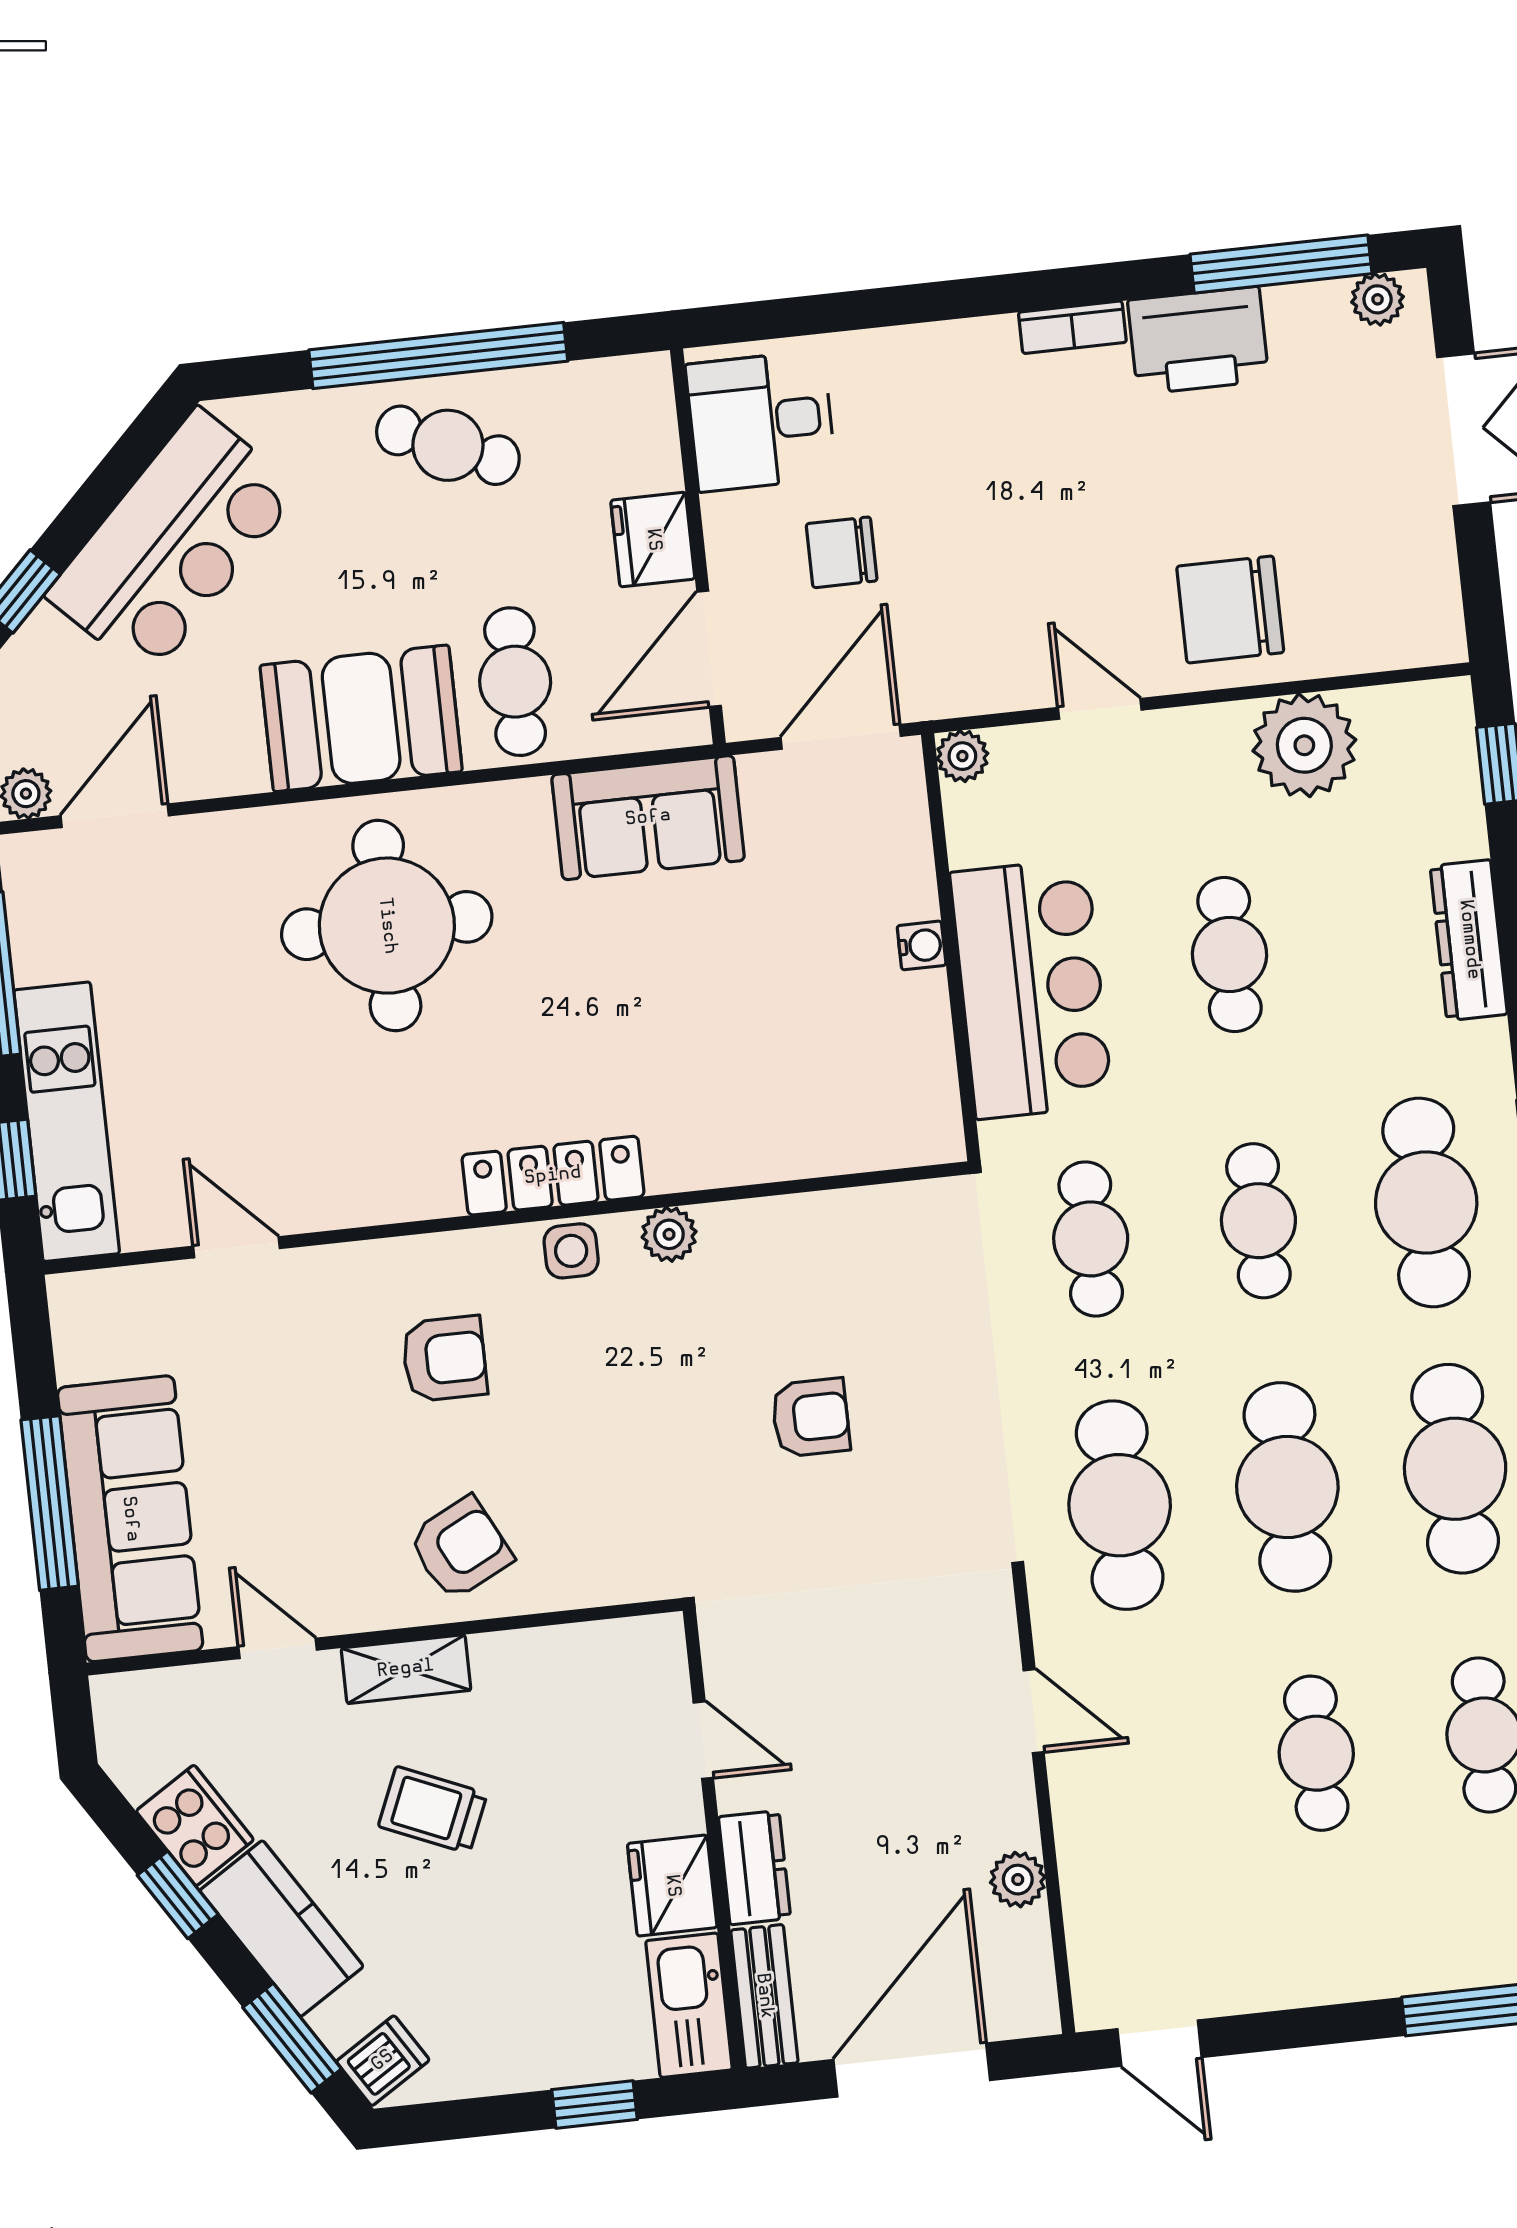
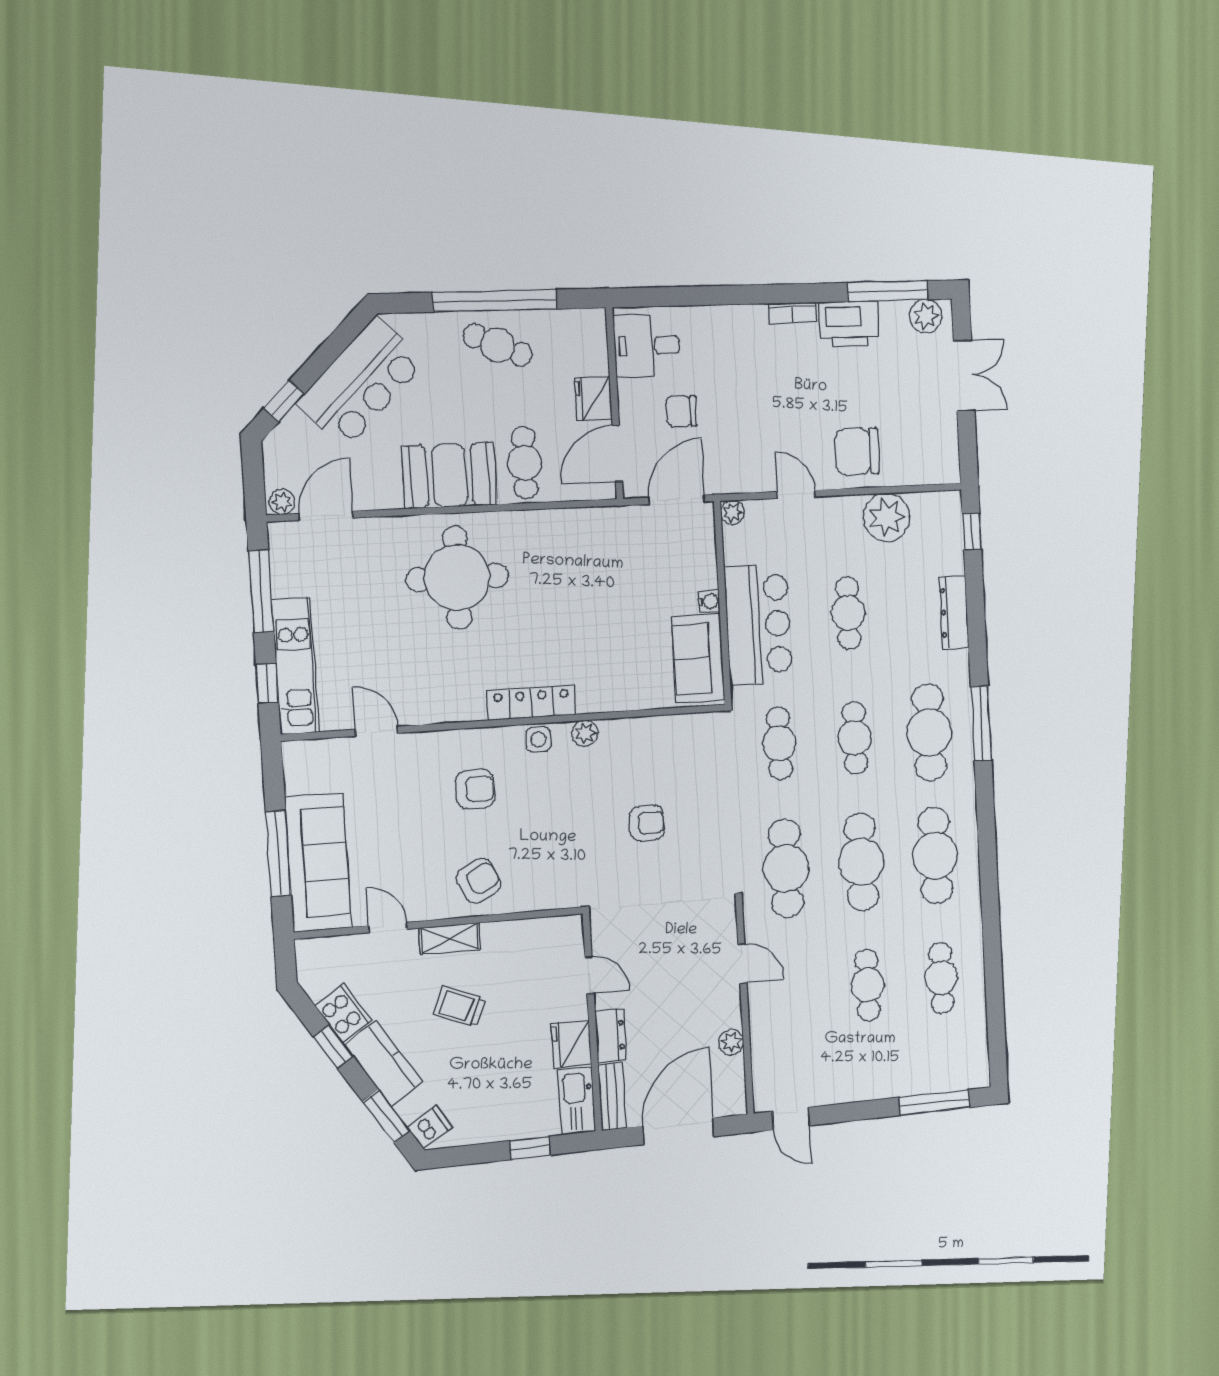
plant: (1378, 299) -> (926, 316), width x1.38, depth x1.38
sofa: (648, 818) -> (698, 658), moved, turned 90

